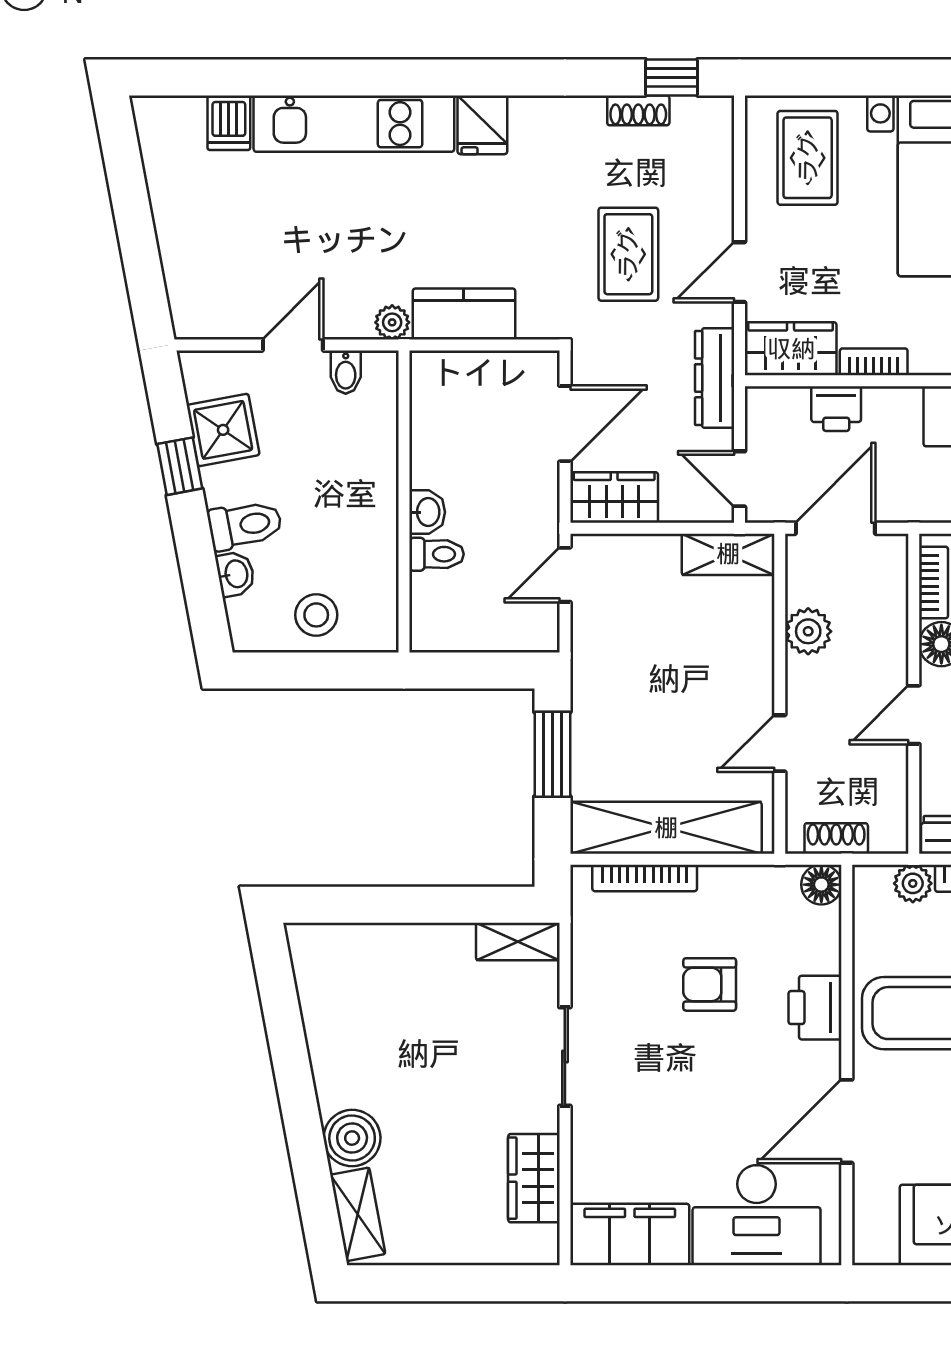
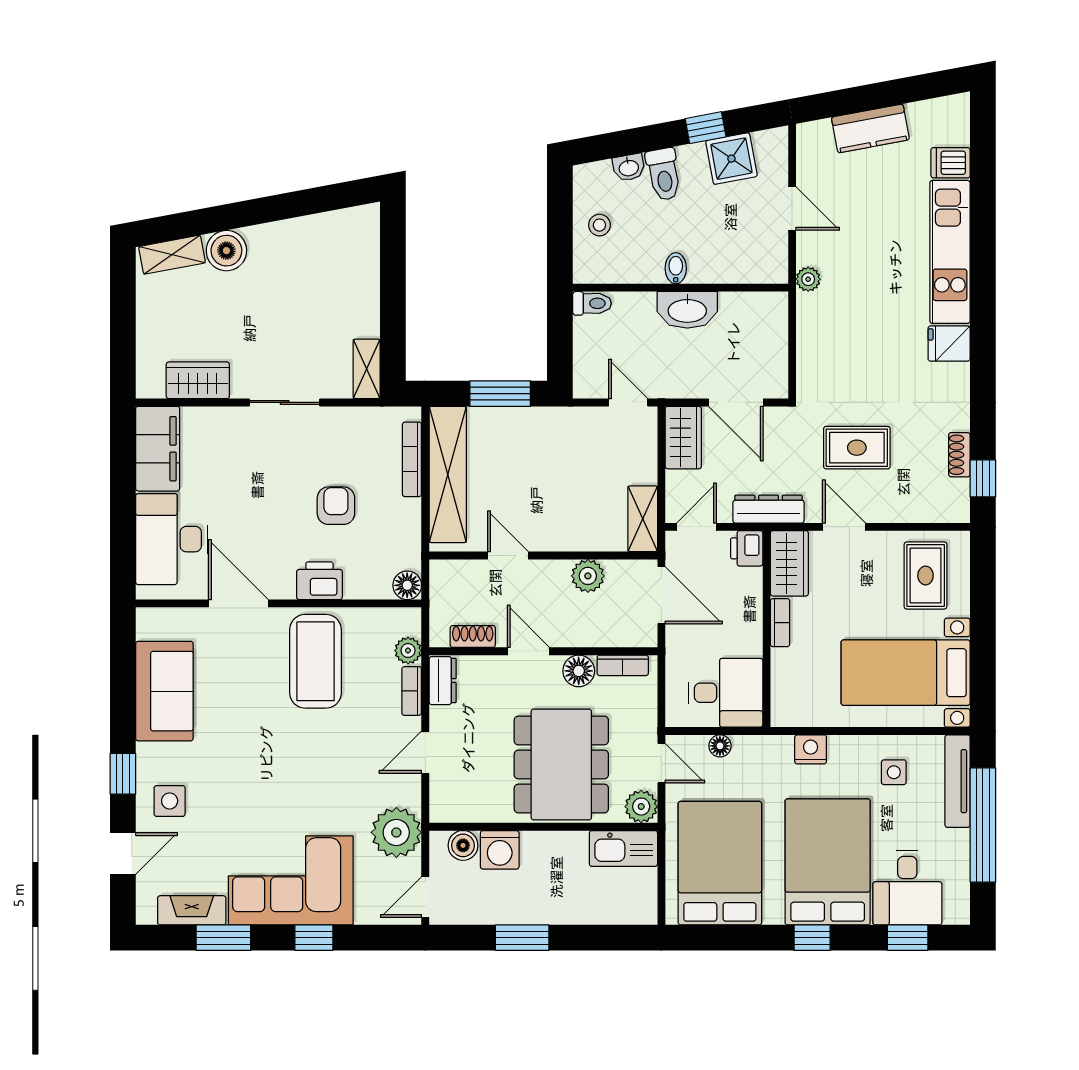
rug: (808, 158) -> (926, 575), turned 90
kitchen counter: (464, 314) -> (870, 128), moved, turned 79
bidet: (346, 372) -> (676, 268), moved, turned 90
printer: (836, 409) -> (747, 548), moved
washbasin: (427, 512) -> (687, 310), width x1.91, depth x1.45
toilet: (436, 554) -> (592, 303), moved, turned -90
stool: (316, 615) -> (599, 225), width x0.73, depth x0.73
shoe rack: (836, 838) -> (473, 636), moved, turned -90

